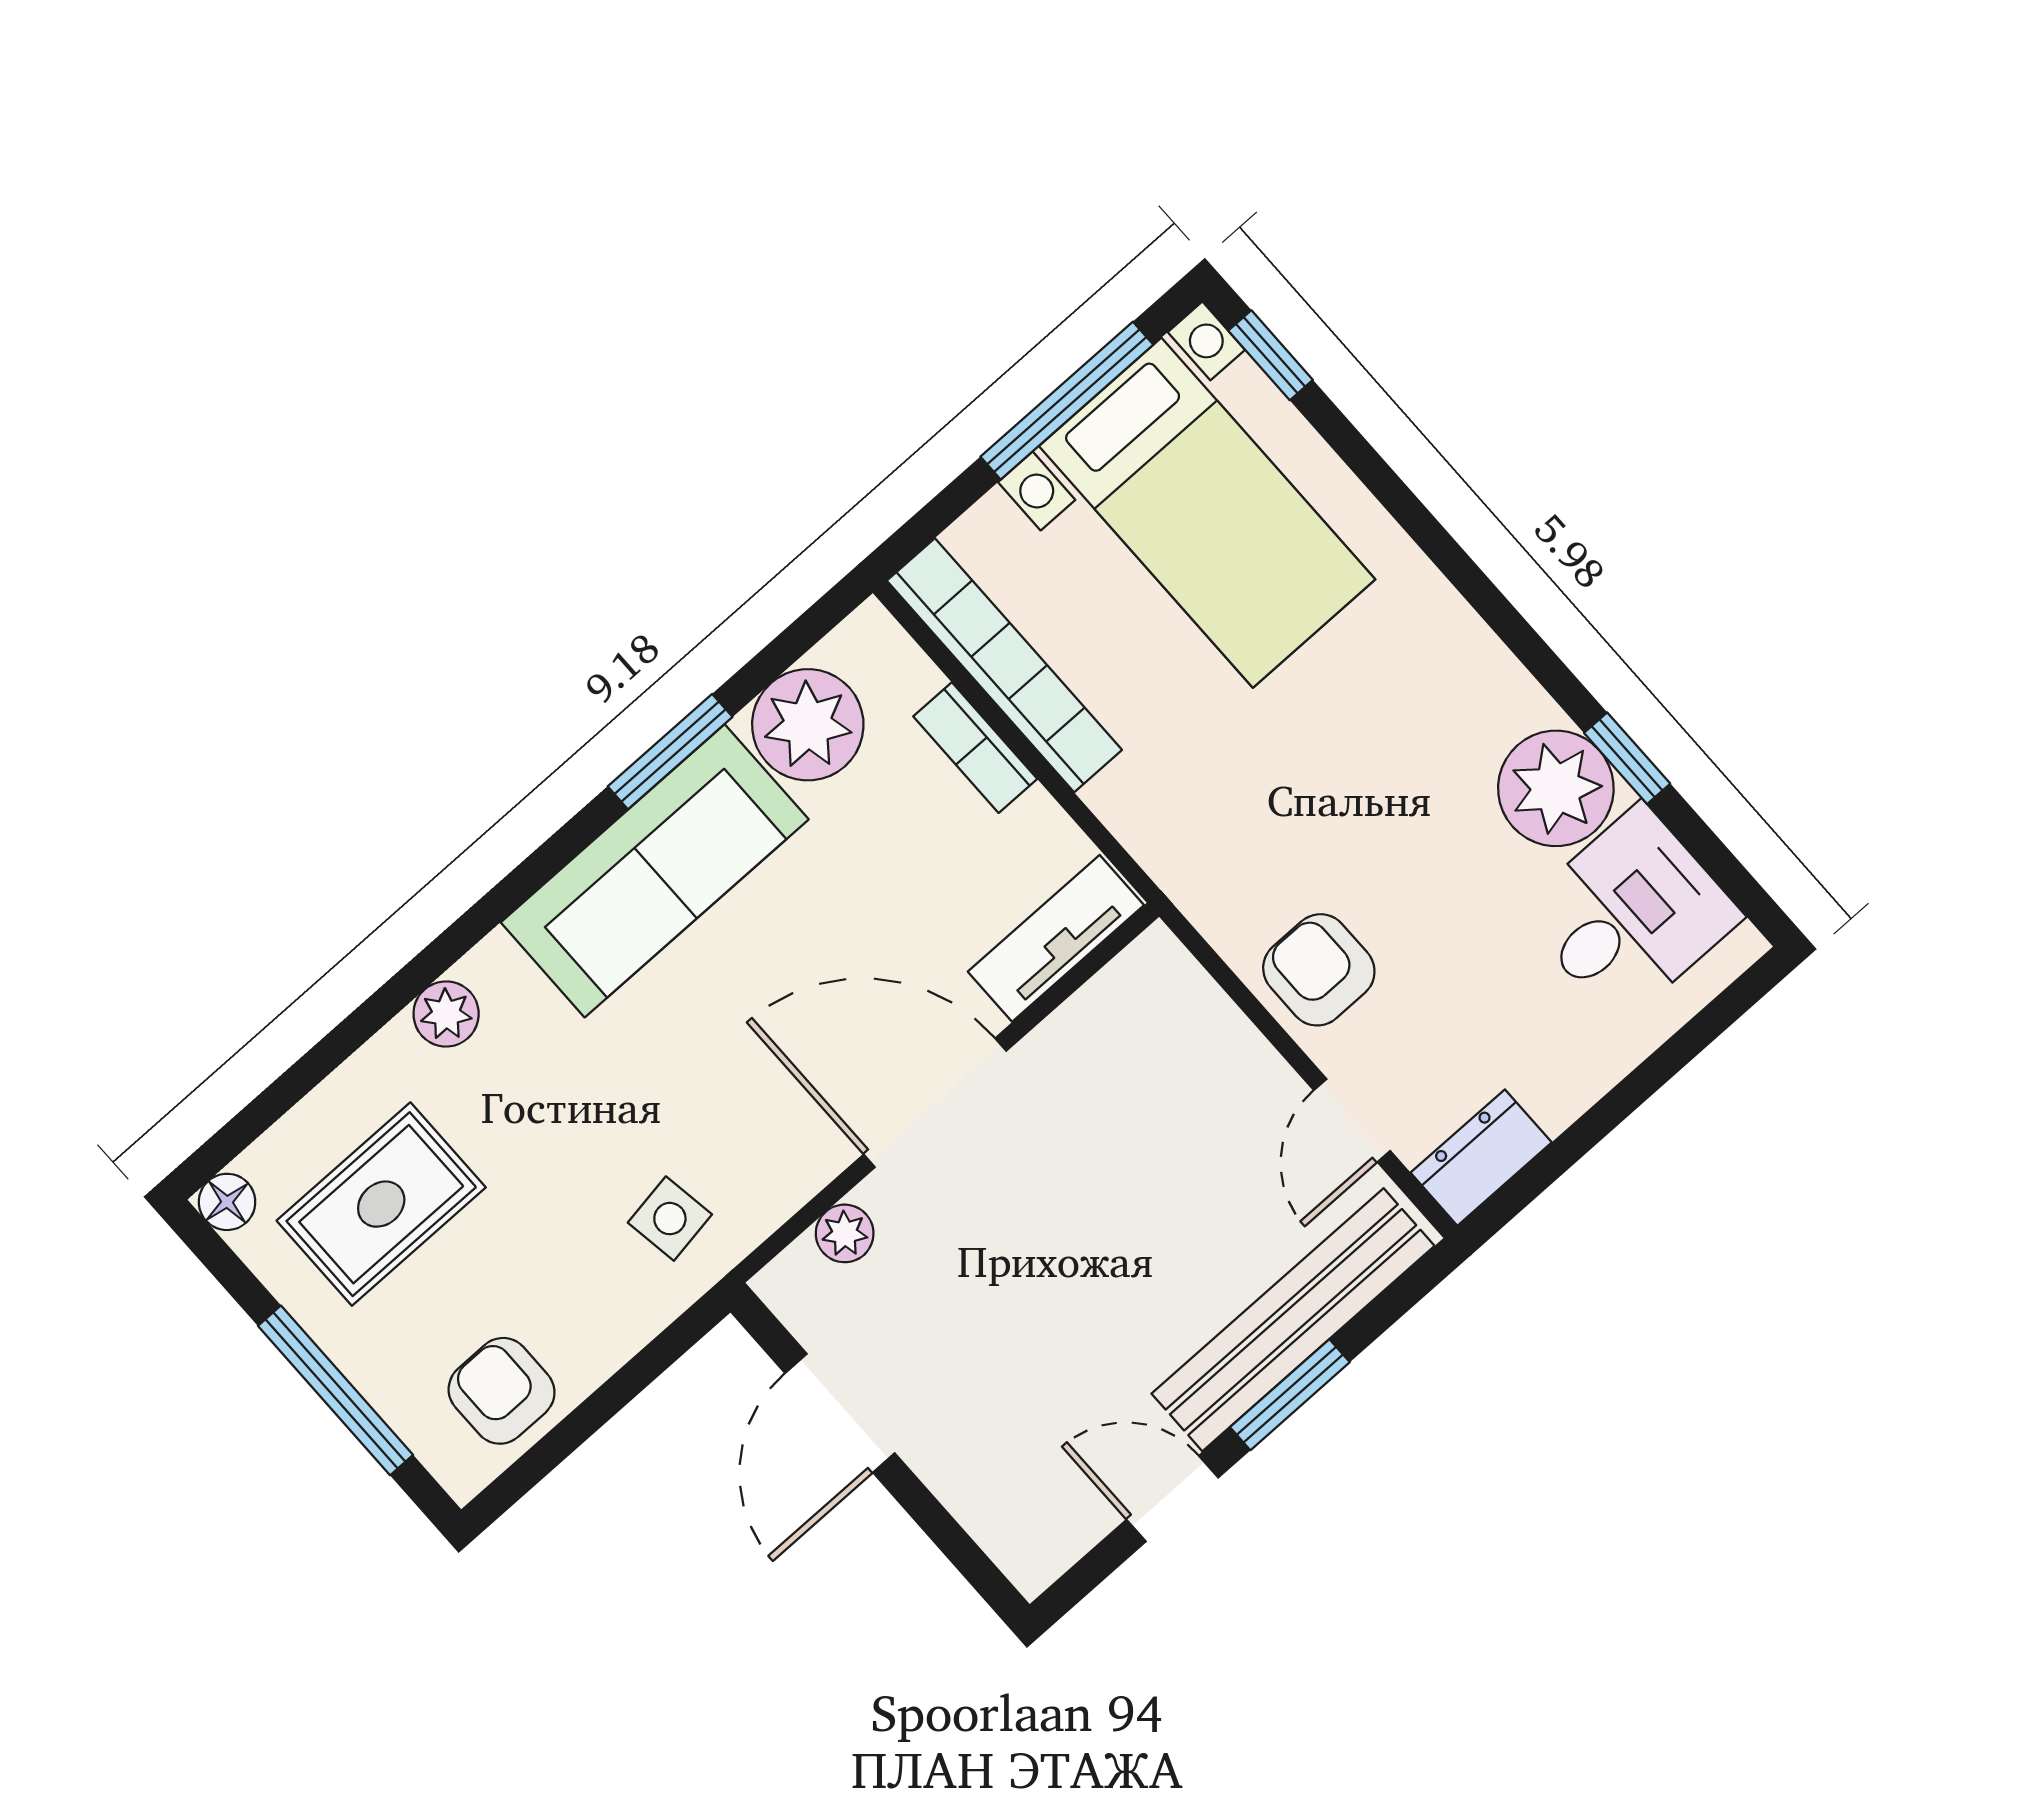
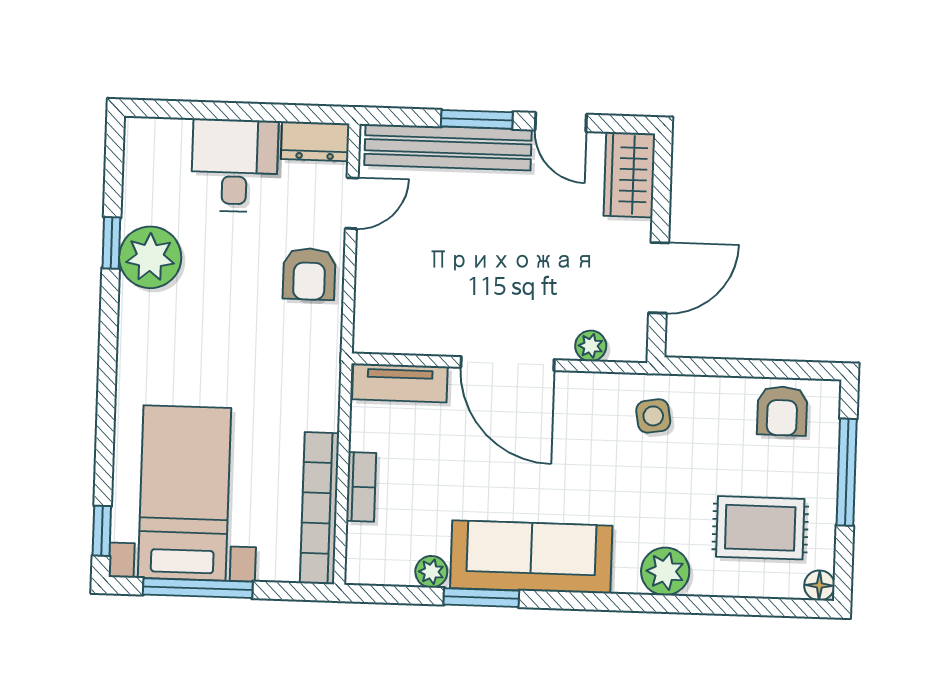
plant: (808, 725) -> (431, 572), width x0.53, depth x0.53
desk: (1630, 914) -> (235, 165), moved, turned 90
plant: (446, 1014) -> (665, 571), width x1.38, depth x1.38
wardrobe: (1012, 1515) -> (629, 175), added

